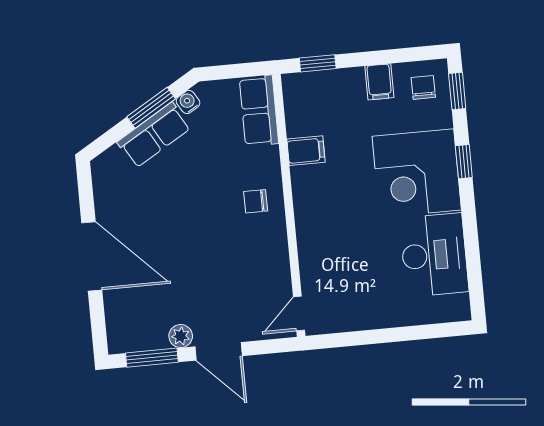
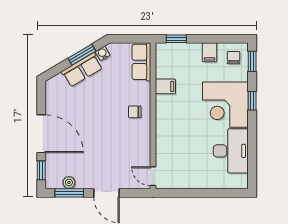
door: (299, 314) -> (153, 176), hinge flipped
window: (98, 322) -> (41, 170), added
plant: (181, 336) -> (69, 183), moved

